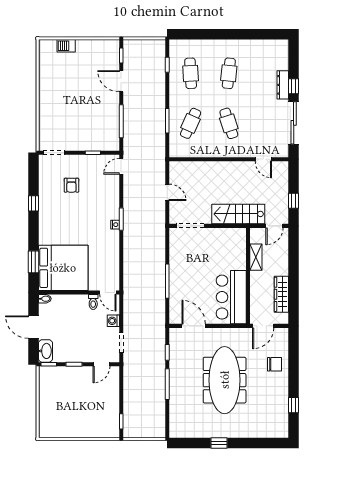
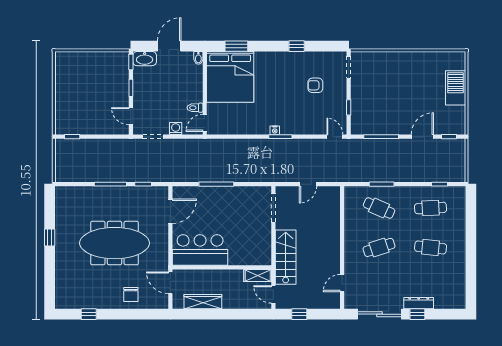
barbecue: (66, 46) -> (456, 88), width x1.88, depth x1.53
shelving: (256, 257) -> (258, 275), moved

